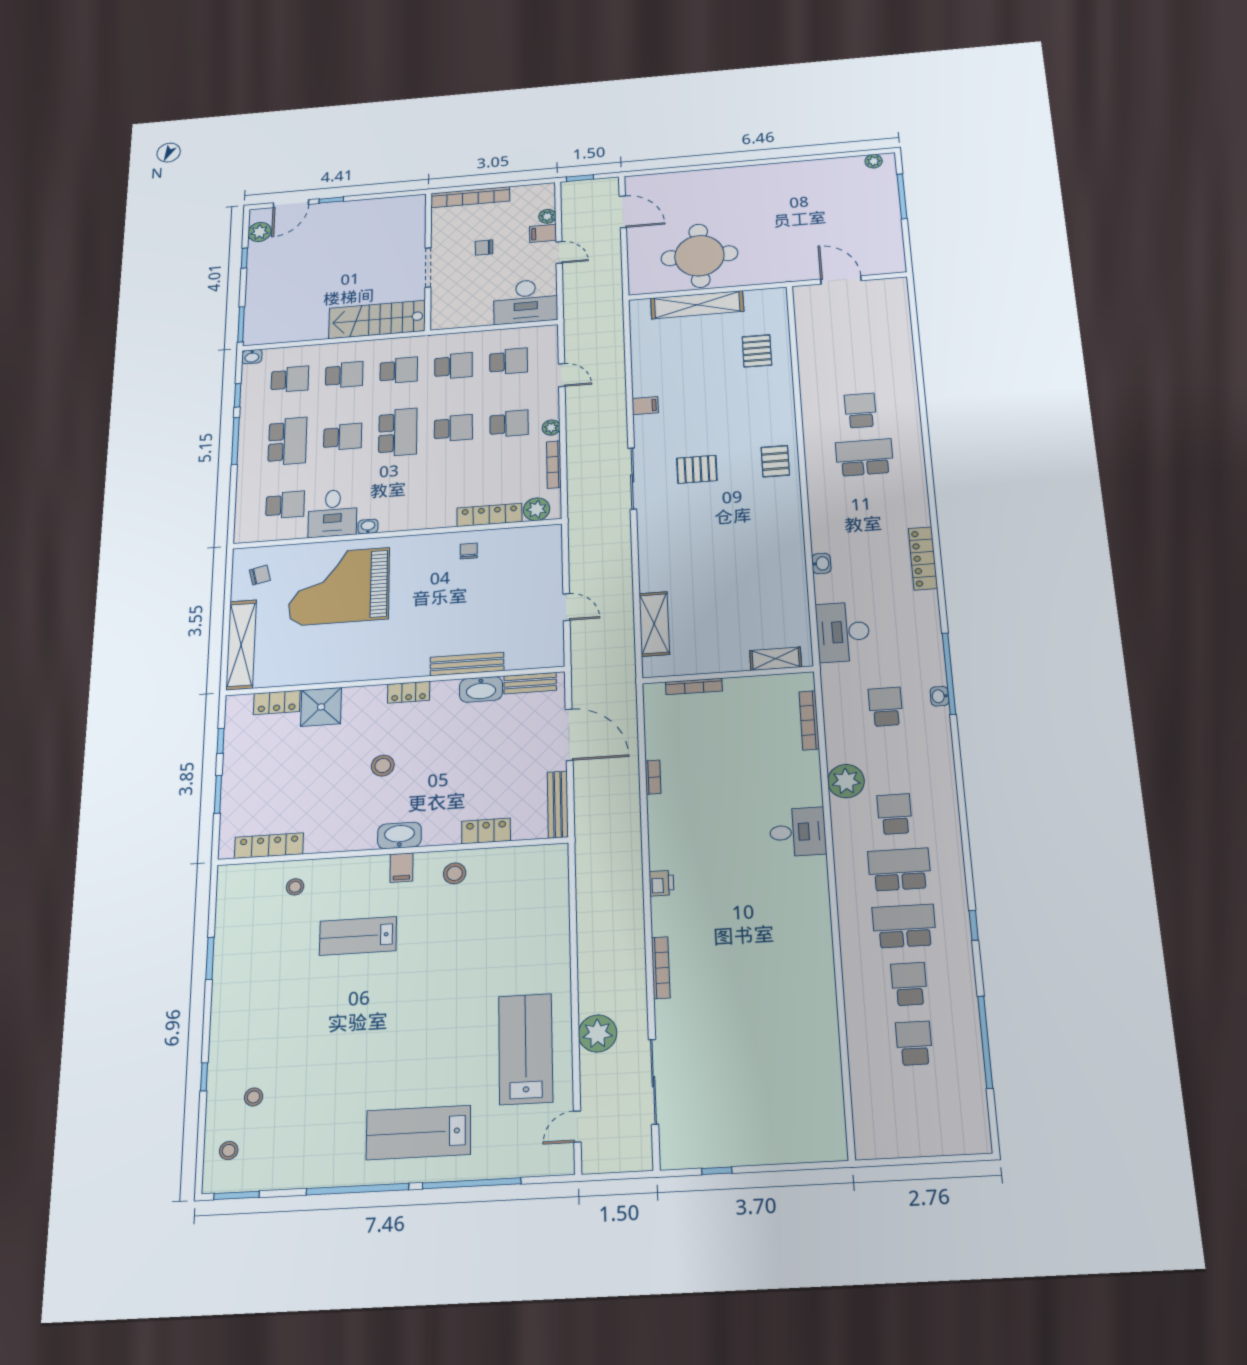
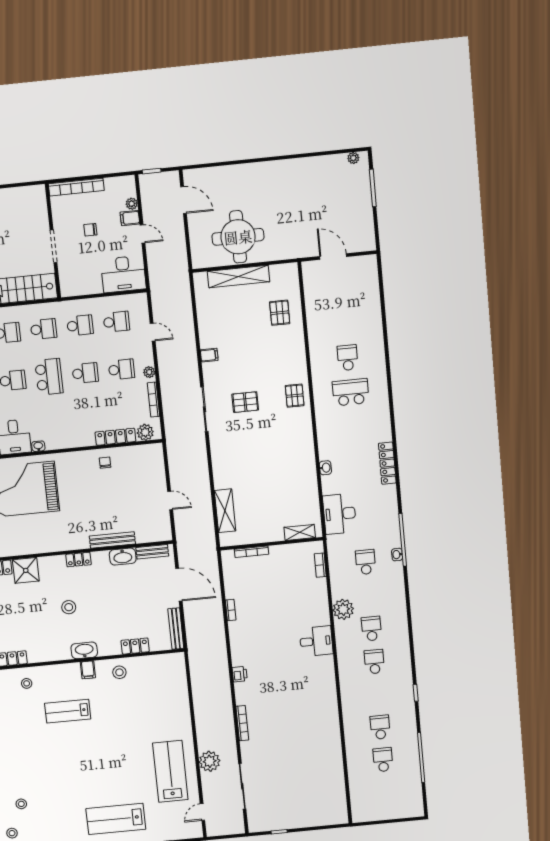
bookcase: (809, 720) -> (320, 565), width x0.64
school desk: (899, 869) -> (374, 662), width x0.54
school desk: (904, 926) -> (377, 695), removed

